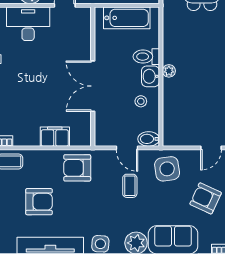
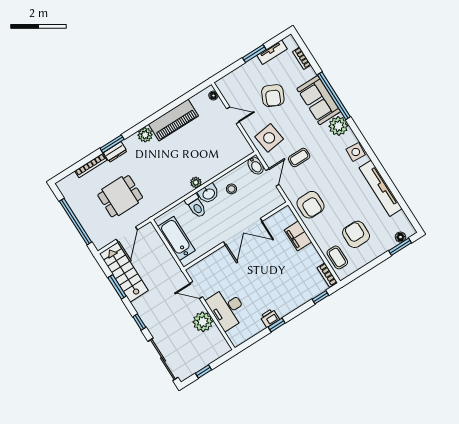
armchair: (39, 202) -> (356, 234), moved

